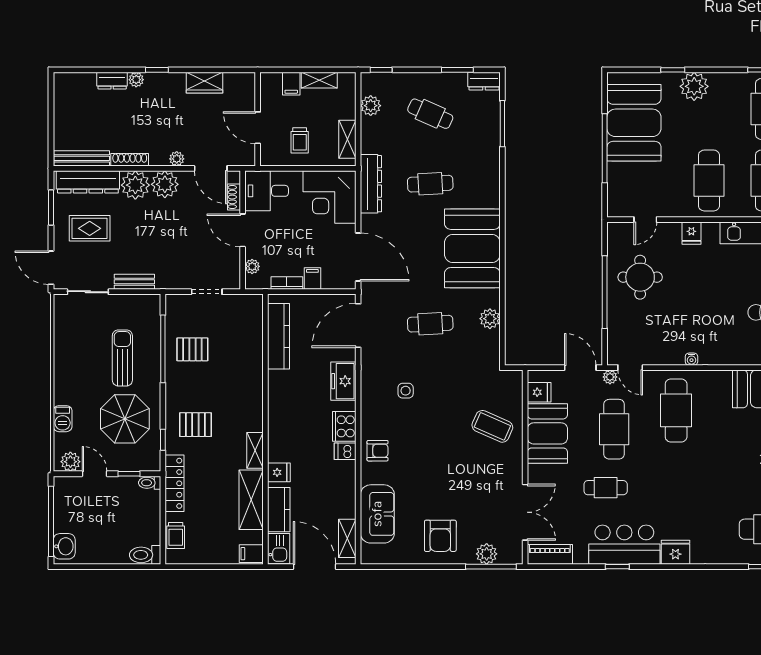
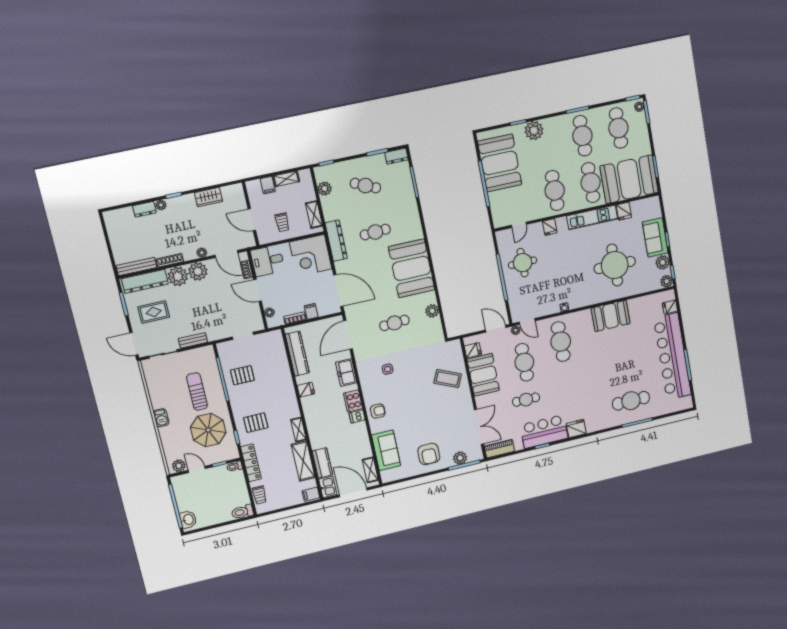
barbecue: (63, 419) -> (161, 418), moved
fridge: (279, 472) -> (306, 390), moved

